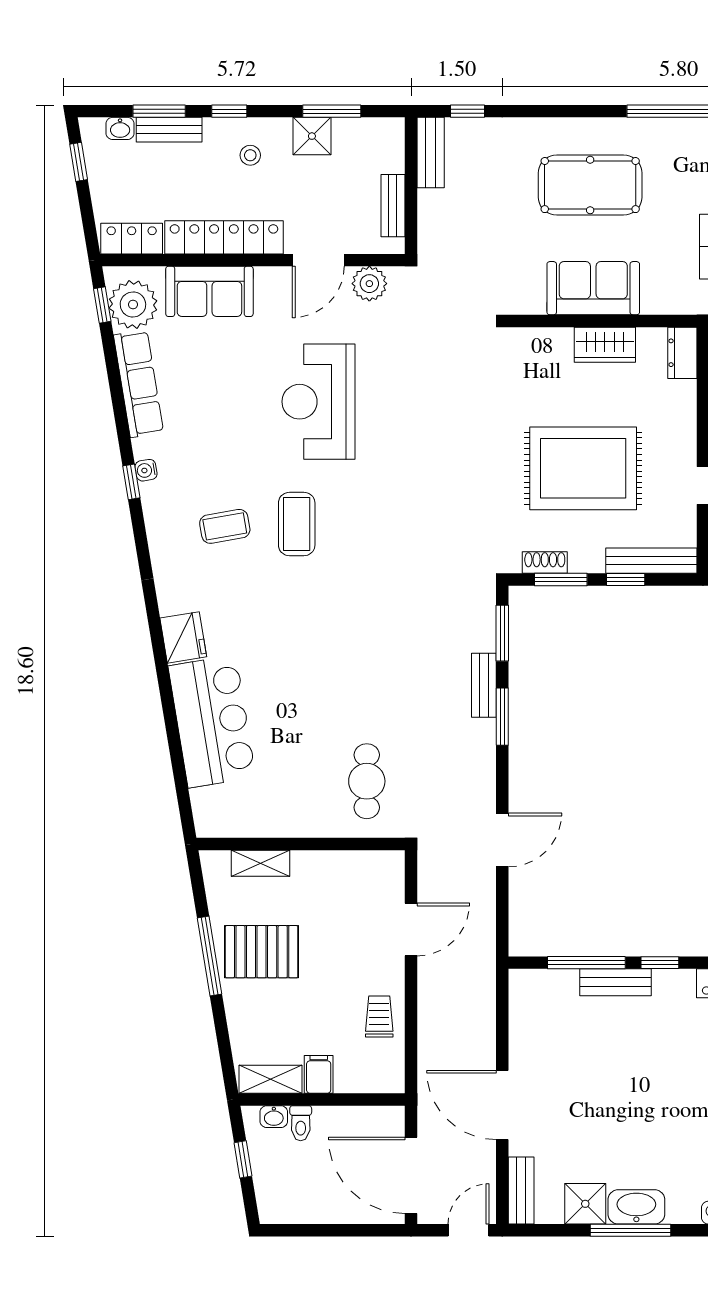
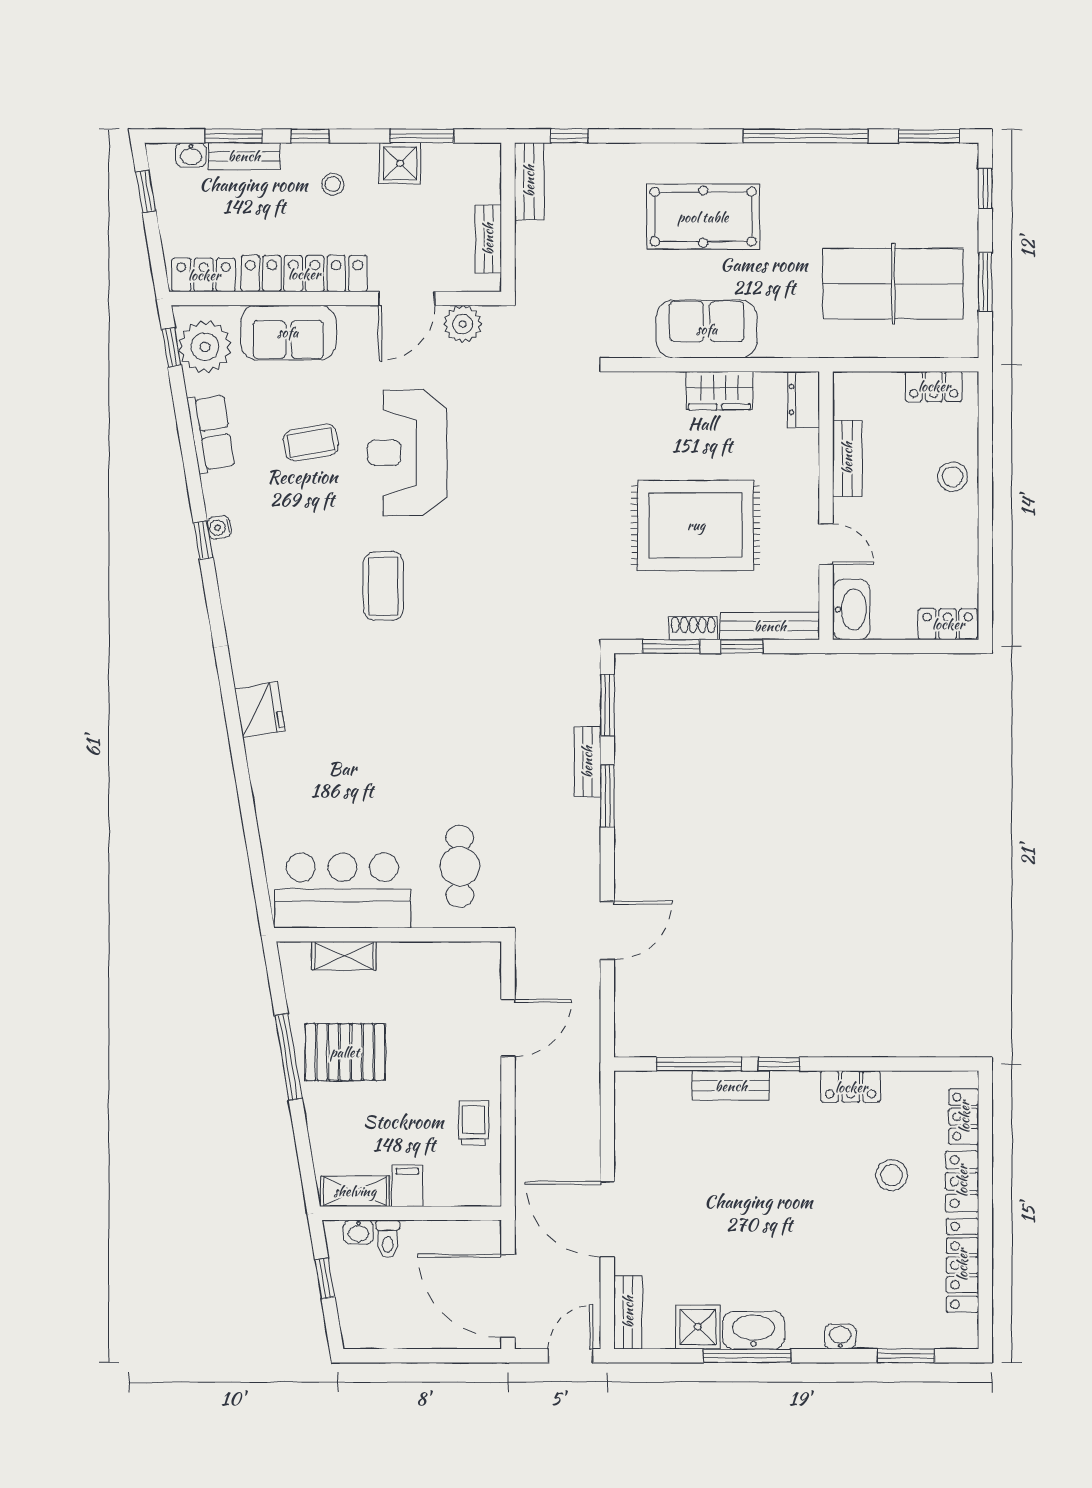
row of seats: (139, 384) -> (211, 433), width x0.68
coffee table: (225, 526) -> (311, 443), moved
shoe rack: (545, 563) -> (693, 628), moved
bar counter: (212, 721) -> (343, 891), moved, turned -81

